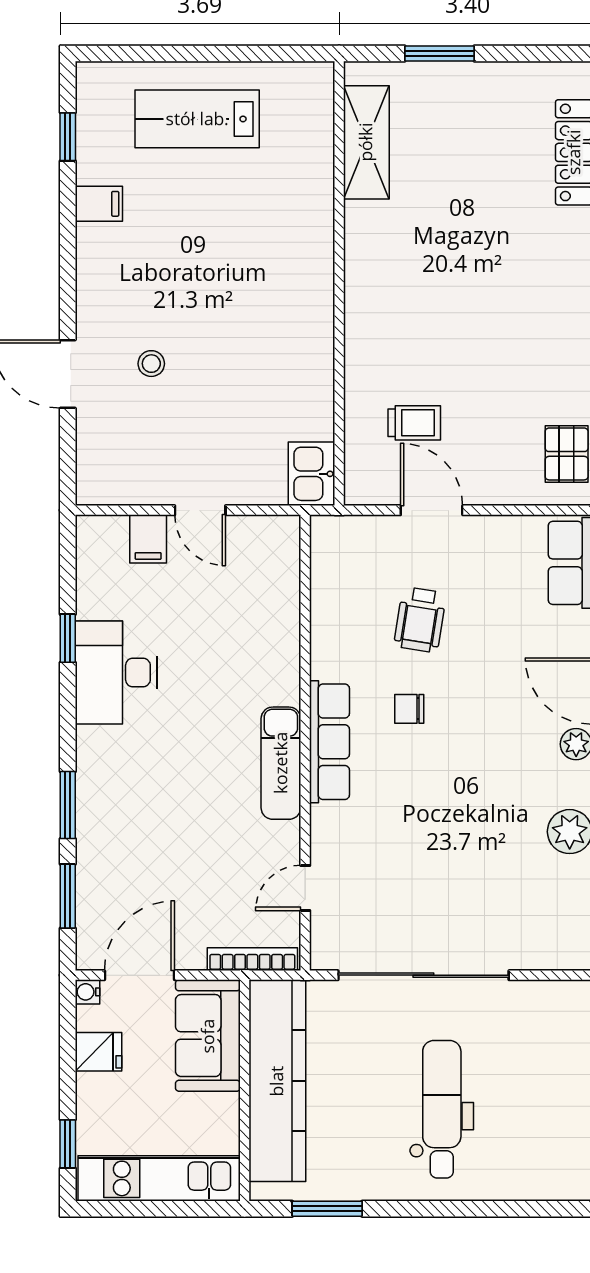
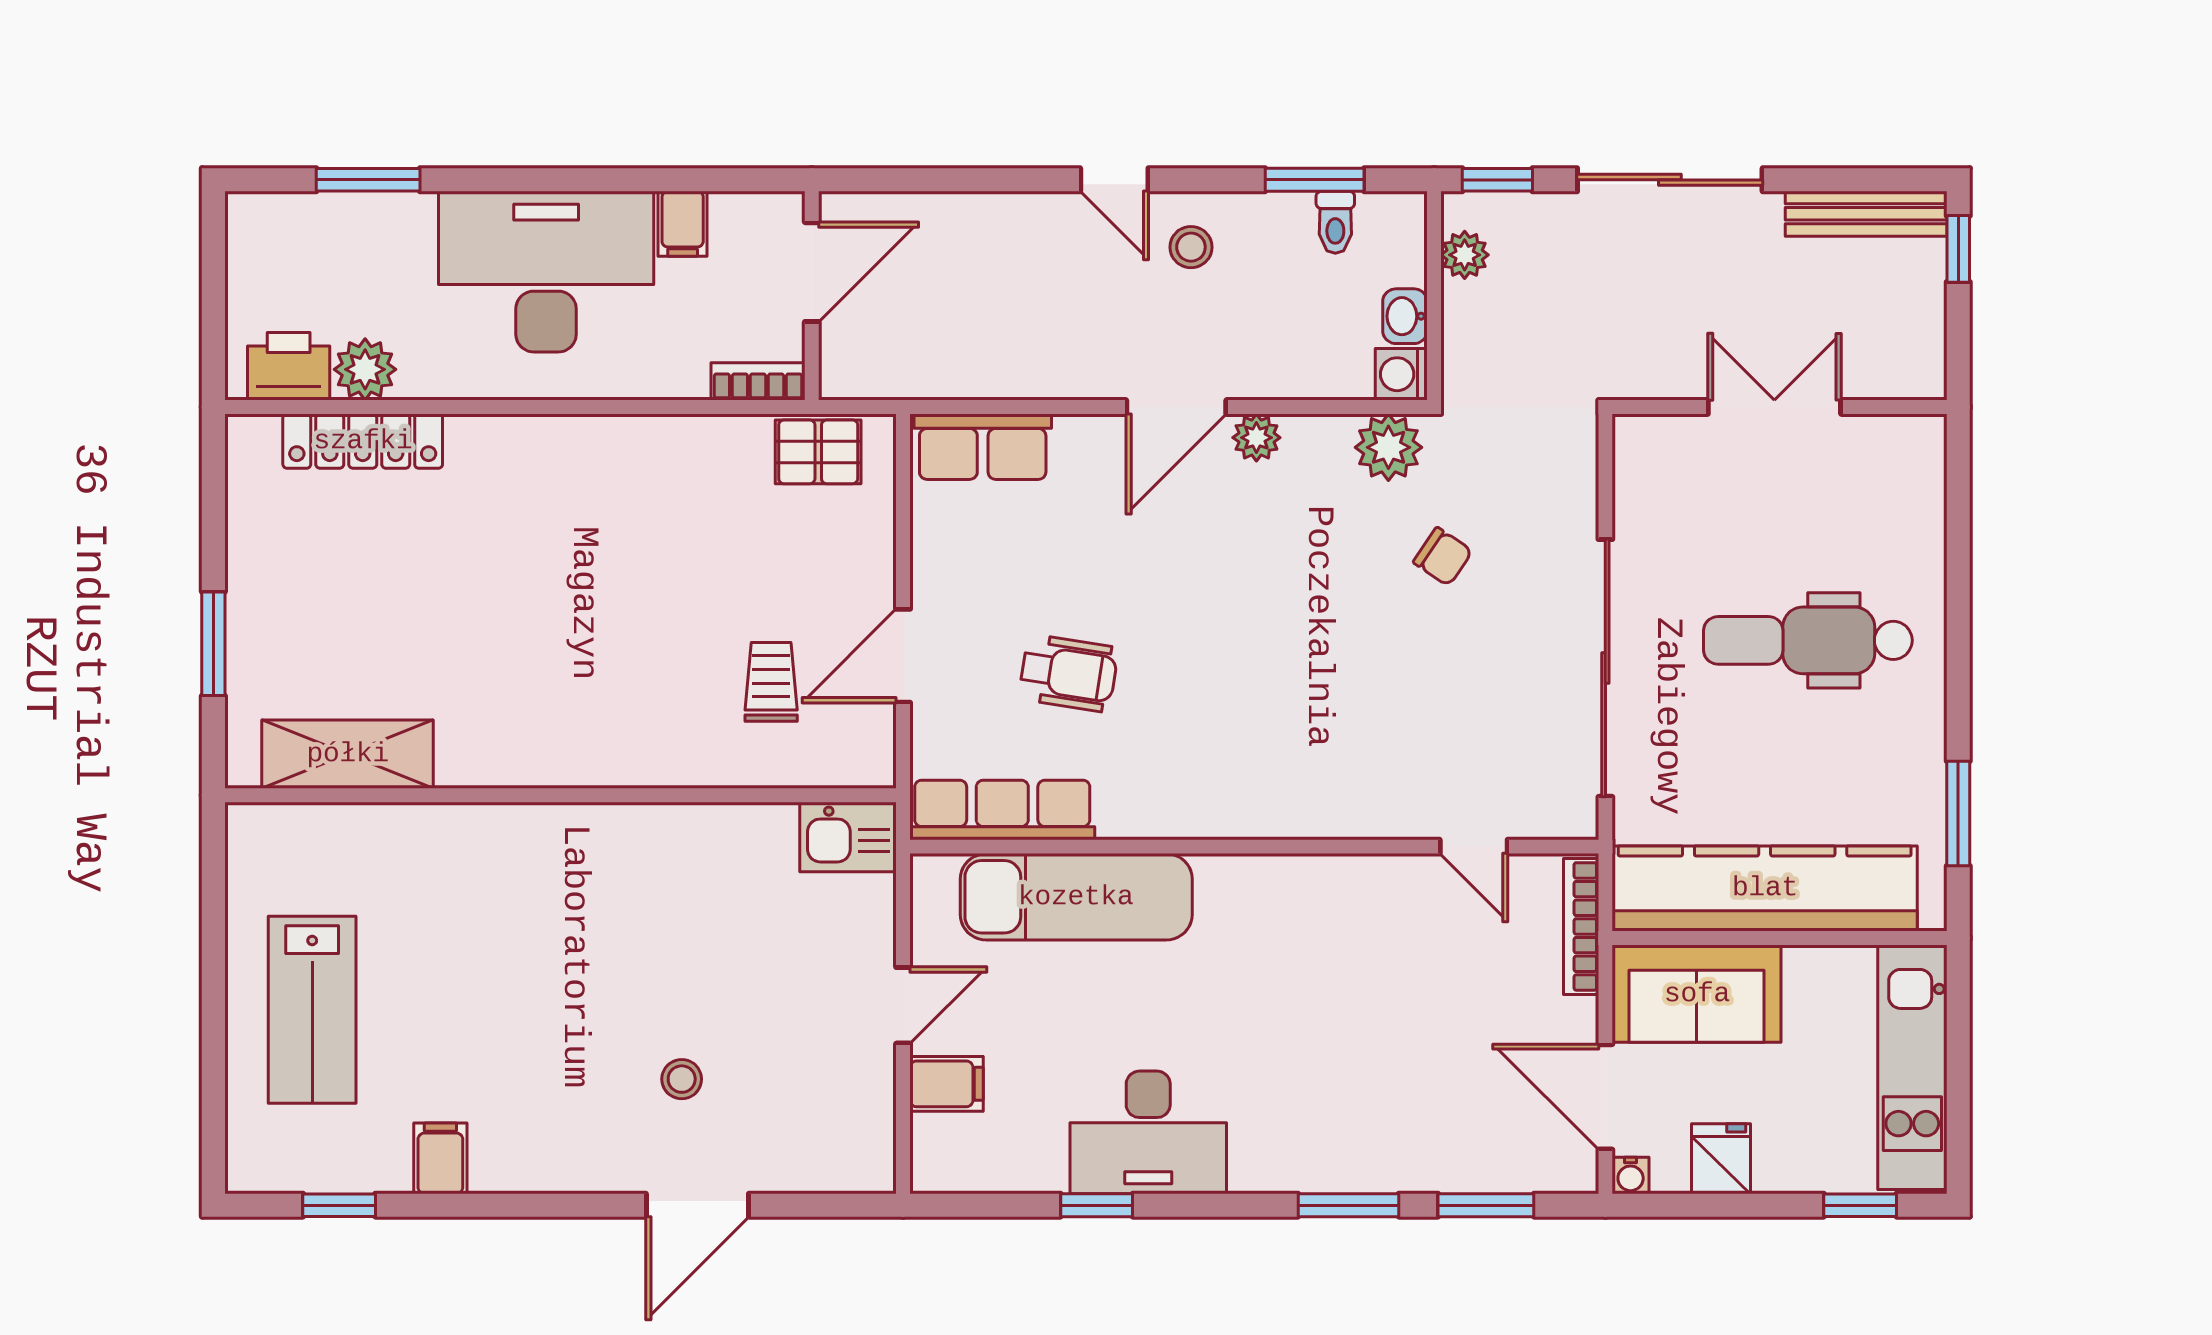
chair: (409, 709) -> (1443, 557), moved, turned -56
row of seats: (329, 742) -> (1002, 810), moved
exam couch: (281, 763) -> (1076, 897), moved, width x1.36, depth x1.45

